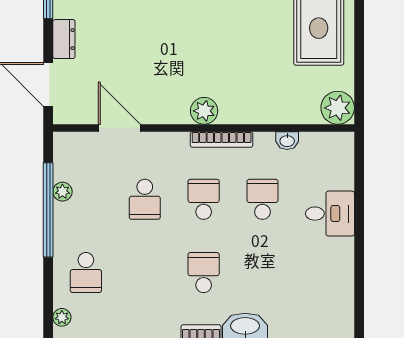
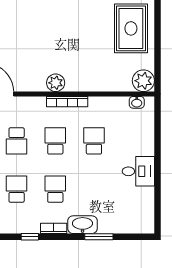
washbasin: (287, 141) -> (137, 102), moved
desk: (330, 214) -> (138, 171), moved
school desk: (145, 273) -> (17, 189), added

